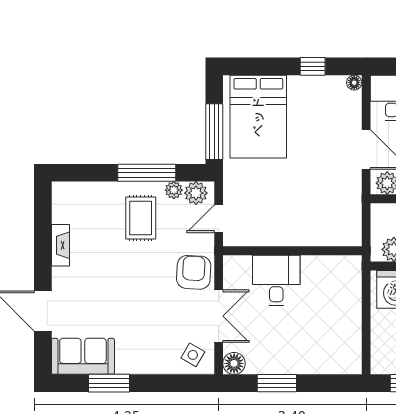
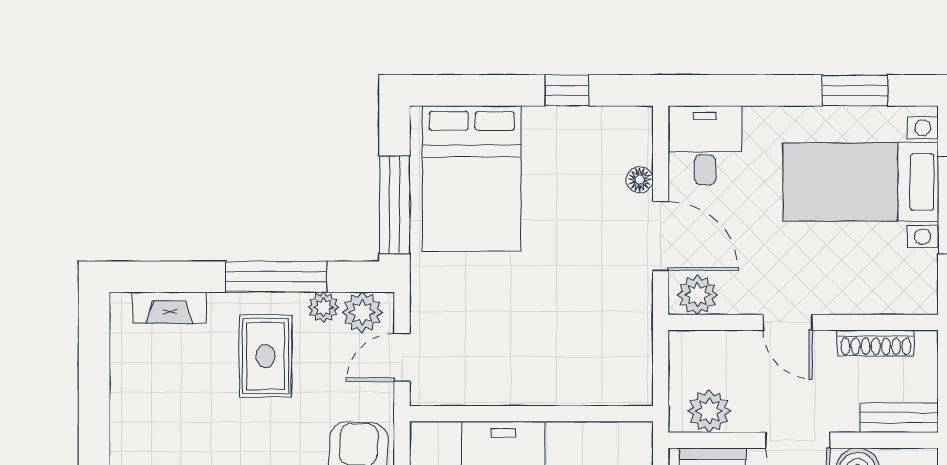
floor lamp: (354, 83) -> (640, 180), moved
fireplace: (61, 245) -> (170, 308), moved, turned 90

